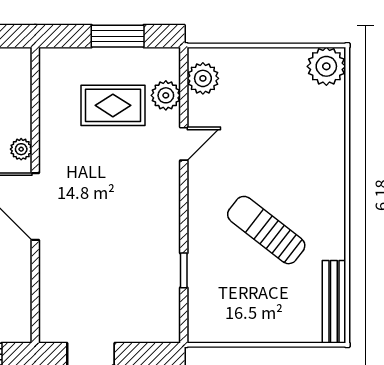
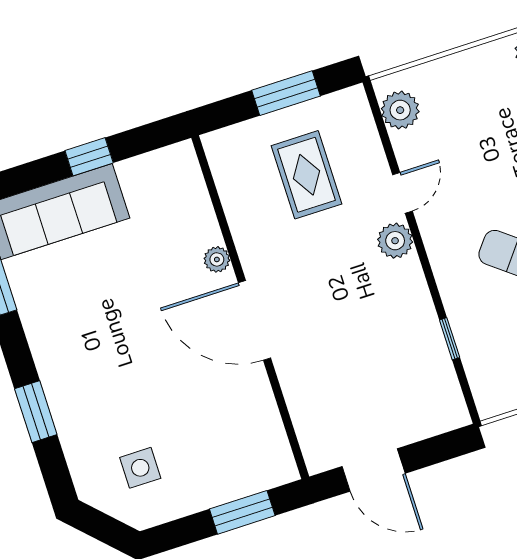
plant: (166, 95) -> (395, 241), moved
rug: (113, 105) -> (306, 175), turned 90

